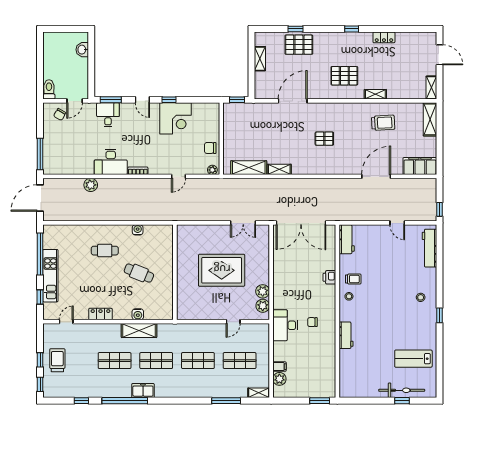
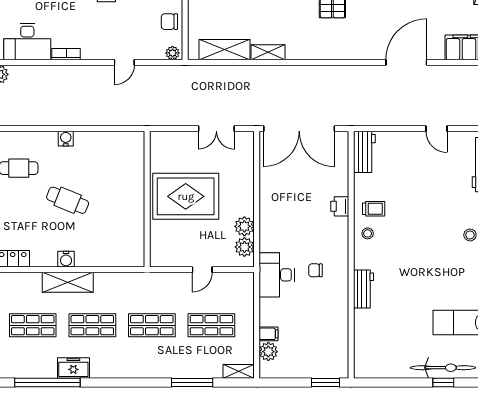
wall: (175, 272) -> (147, 199), moved

